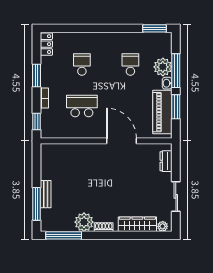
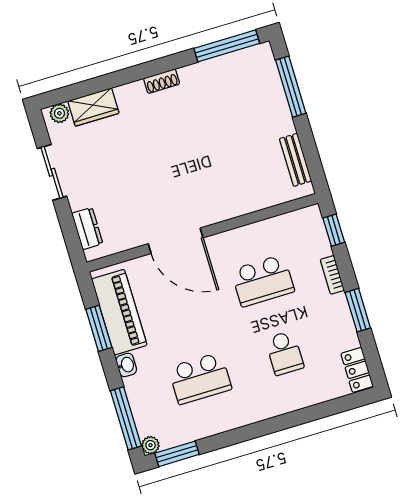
school desk: (130, 64) -> (200, 378), width x1.85
plant: (163, 67) -> (150, 445), moved, width x0.53, depth x0.53
window: (176, 71) -> (126, 418), moved
bench: (46, 194) -> (295, 160), moved
plant: (84, 222) -> (198, 80), removed
wardrobe: (137, 224) -> (93, 107), width x0.67

